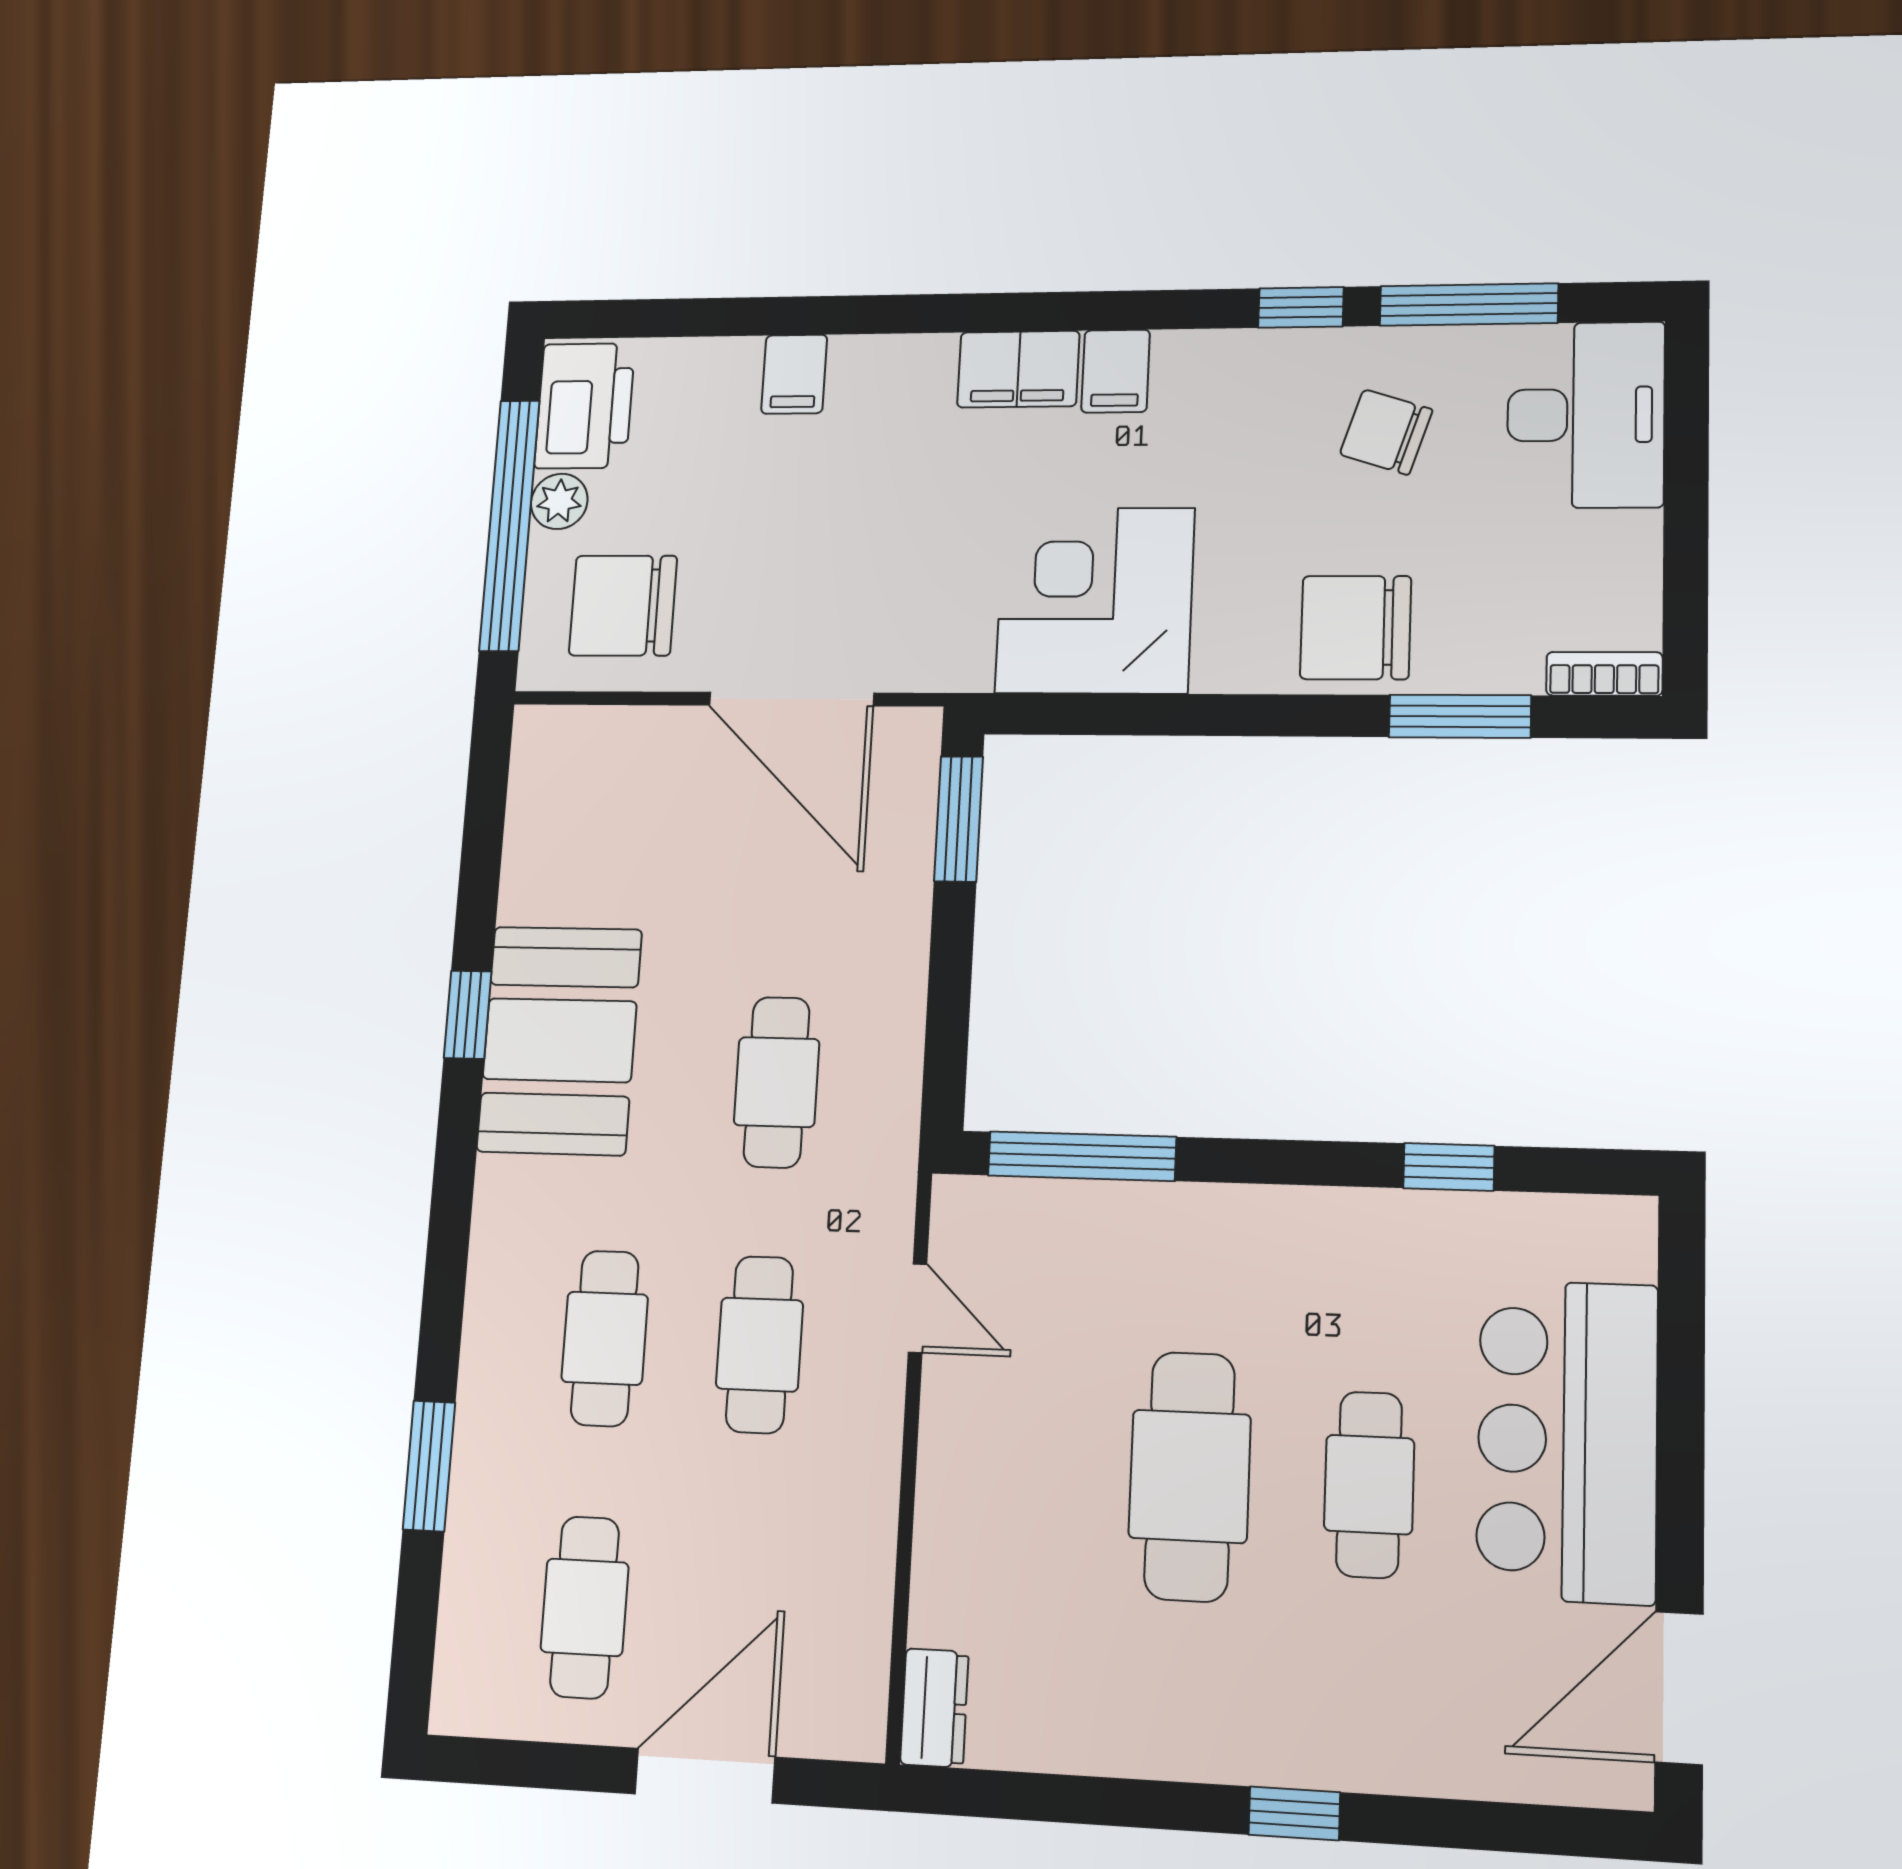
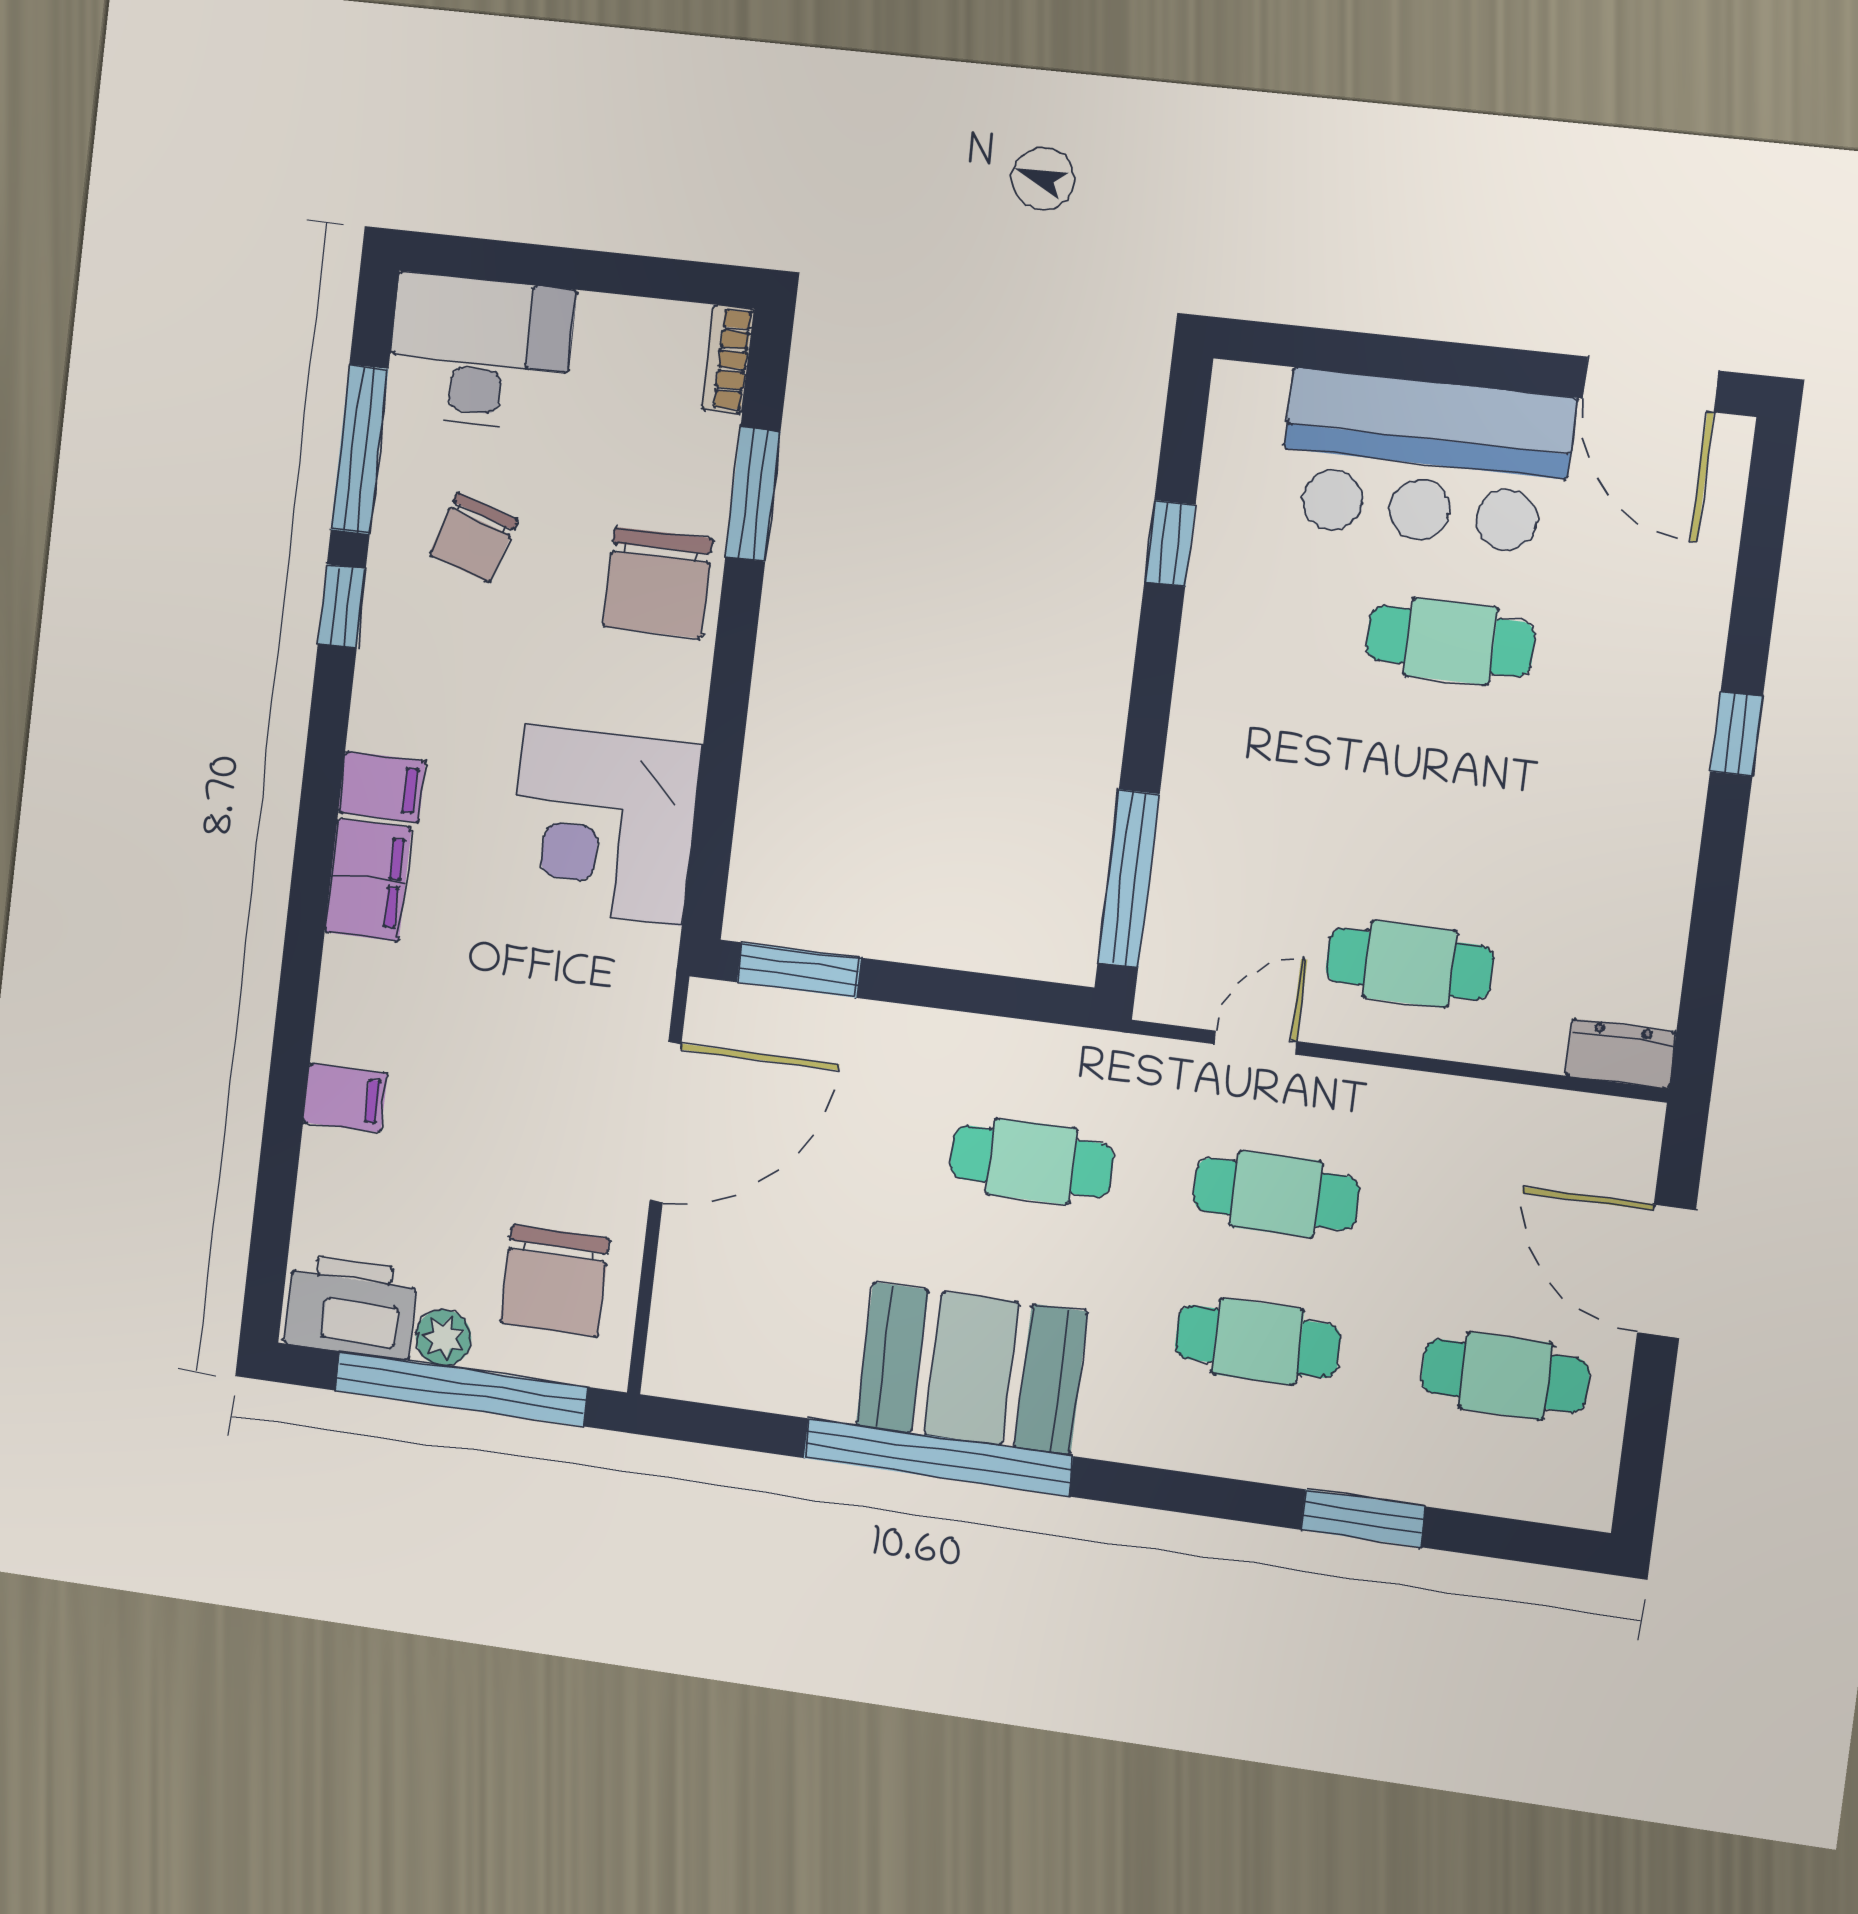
window: (468, 1015) -> (938, 1457), width x3.17
cafe table: (1190, 1476) -> (1409, 964), moved, width x0.73, depth x0.74

